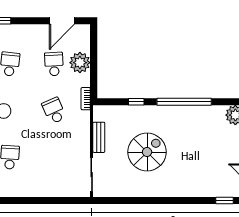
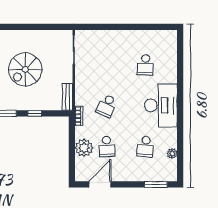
school desk: (54, 111) -> (107, 106), turned 48
bench: (99, 137) -> (67, 97), moved

